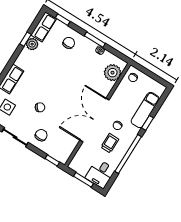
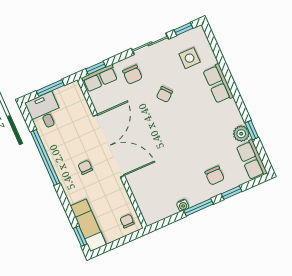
window: (63, 20) -> (232, 193), moved
plant: (113, 73) -> (148, 202), removed
exam couch: (145, 110) -> (88, 225), moved
window: (147, 123) -> (80, 236), moved
trolley: (110, 143) -> (71, 145), removed
row of seats: (57, 154) -> (100, 78), added

